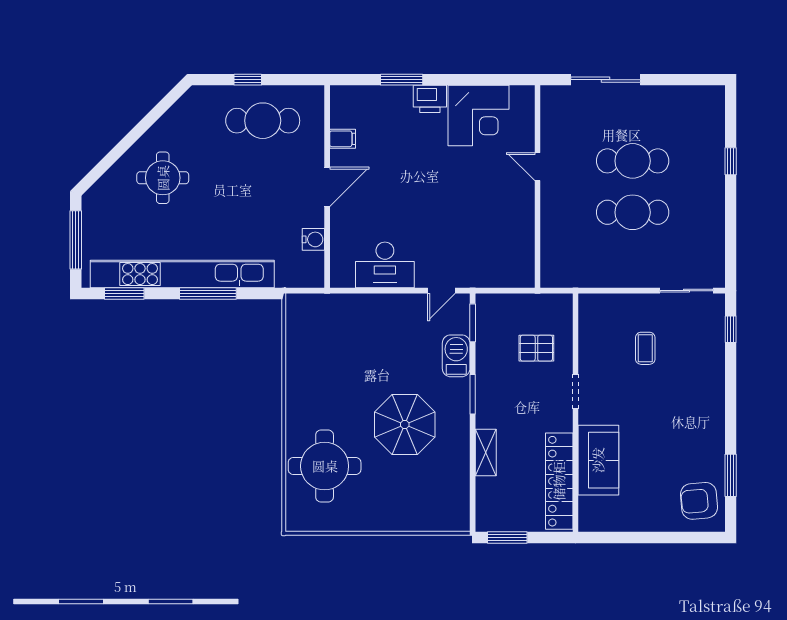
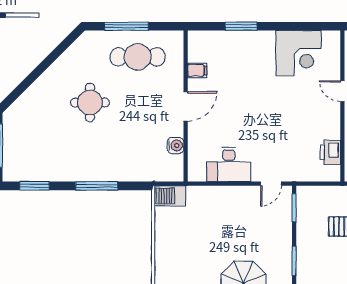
window: (248, 80) -> (126, 26), width x2.17
printer: (430, 99) -> (330, 152), moved, turned 90
round table: (163, 178) -> (90, 102), moved
kitchen unit: (182, 274) -> (78, 171), removed
barbecue: (456, 356) -> (170, 196), moved, turned -90

